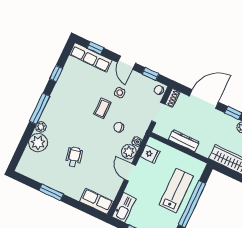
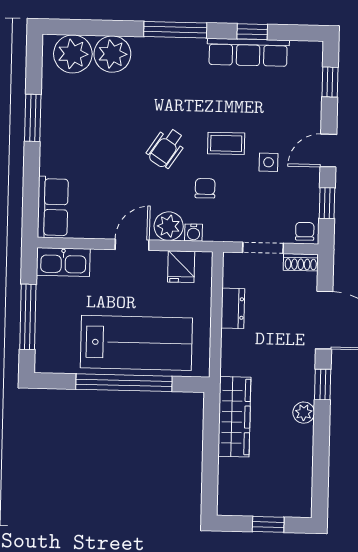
row of seats: (91, 57) -> (248, 52), moved, turned -90
plant: (41, 127) -> (73, 54), moved, width x1.88, depth x1.88
dresser: (184, 141) -> (233, 308), width x0.70
wheelchair: (74, 157) -> (166, 148), moved, turned 137
lab bench: (176, 190) -> (136, 343), width x1.36, depth x1.39

